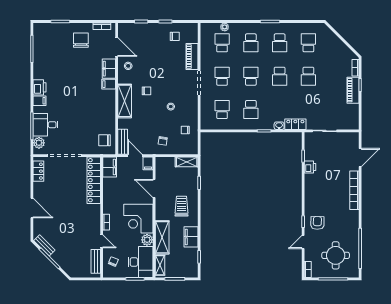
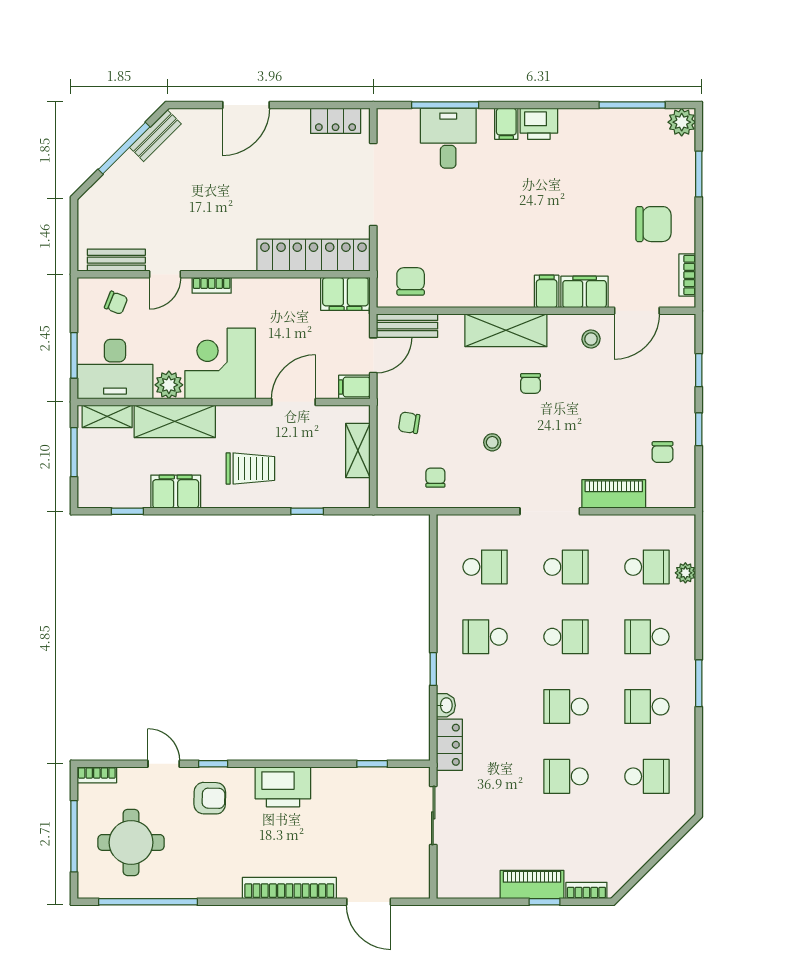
plant: (39, 143) -> (682, 122), moved
shelving: (187, 162) -> (358, 450), moved
printer: (310, 167) -> (283, 787), moved, width x1.87, depth x1.48

